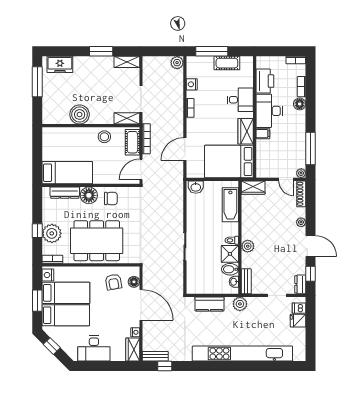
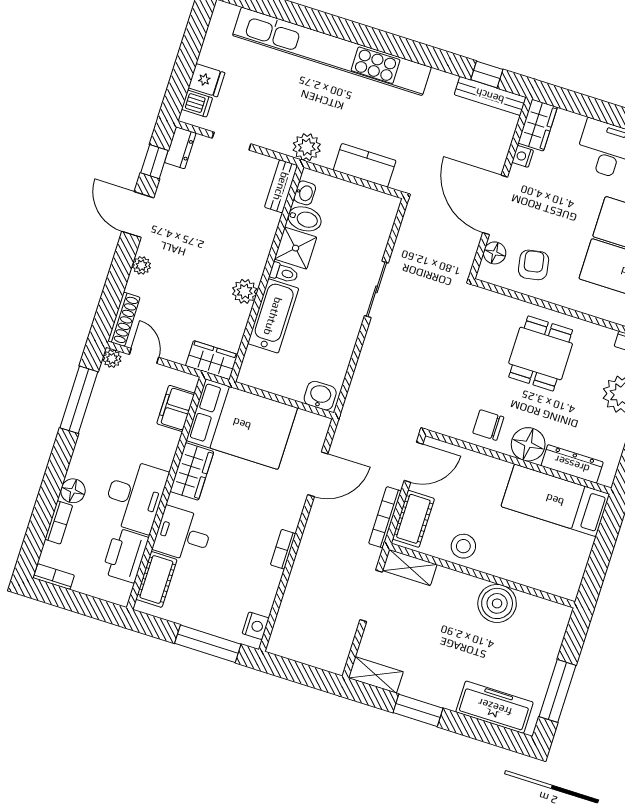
plant: (177, 63) -> (281, 643), removed
cot: (227, 63) -> (156, 579), moved, turned 90
freezer: (60, 64) -> (495, 707), width x1.40
nightstand: (192, 84) -> (256, 626), moved
filing cabinet: (263, 134) -> (176, 408), moved, width x2.00
bathtub: (230, 205) -> (273, 316), moved
dining table: (97, 241) -> (541, 354), width x0.53, depth x0.80
plant: (248, 246) -> (245, 291), moved
bench: (155, 356) -> (490, 96), width x1.36

